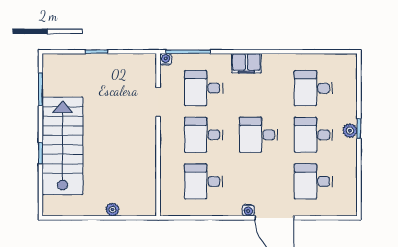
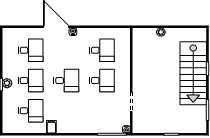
filing cabinet: (246, 63) -> (51, 127), moved, width x0.50
desk: (204, 88) -> (102, 111), removed

